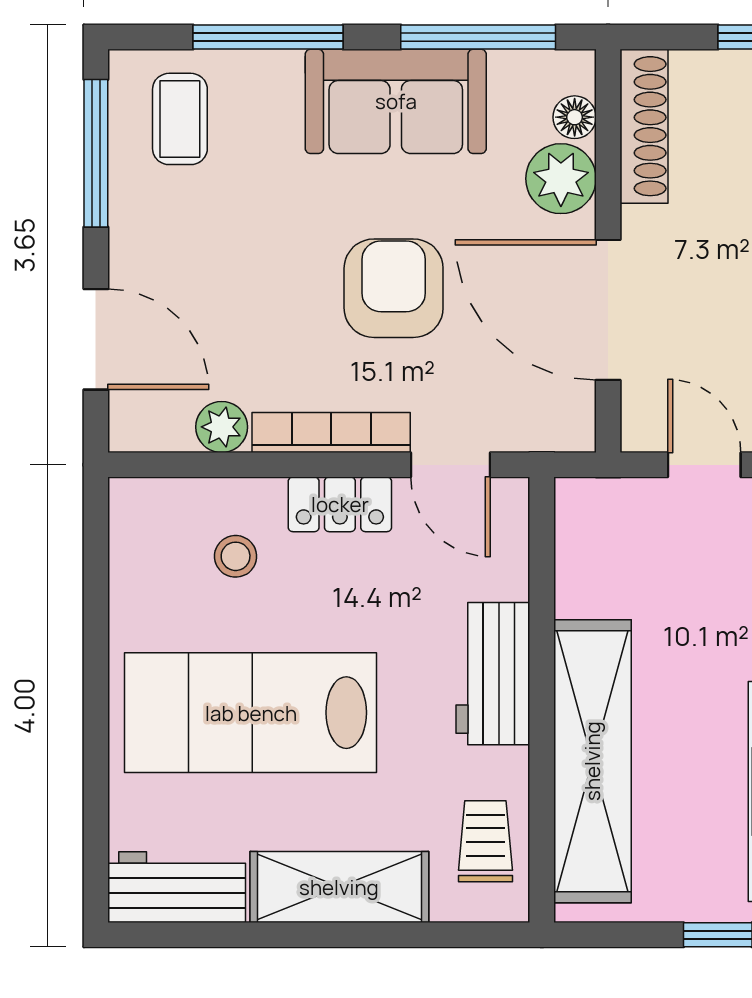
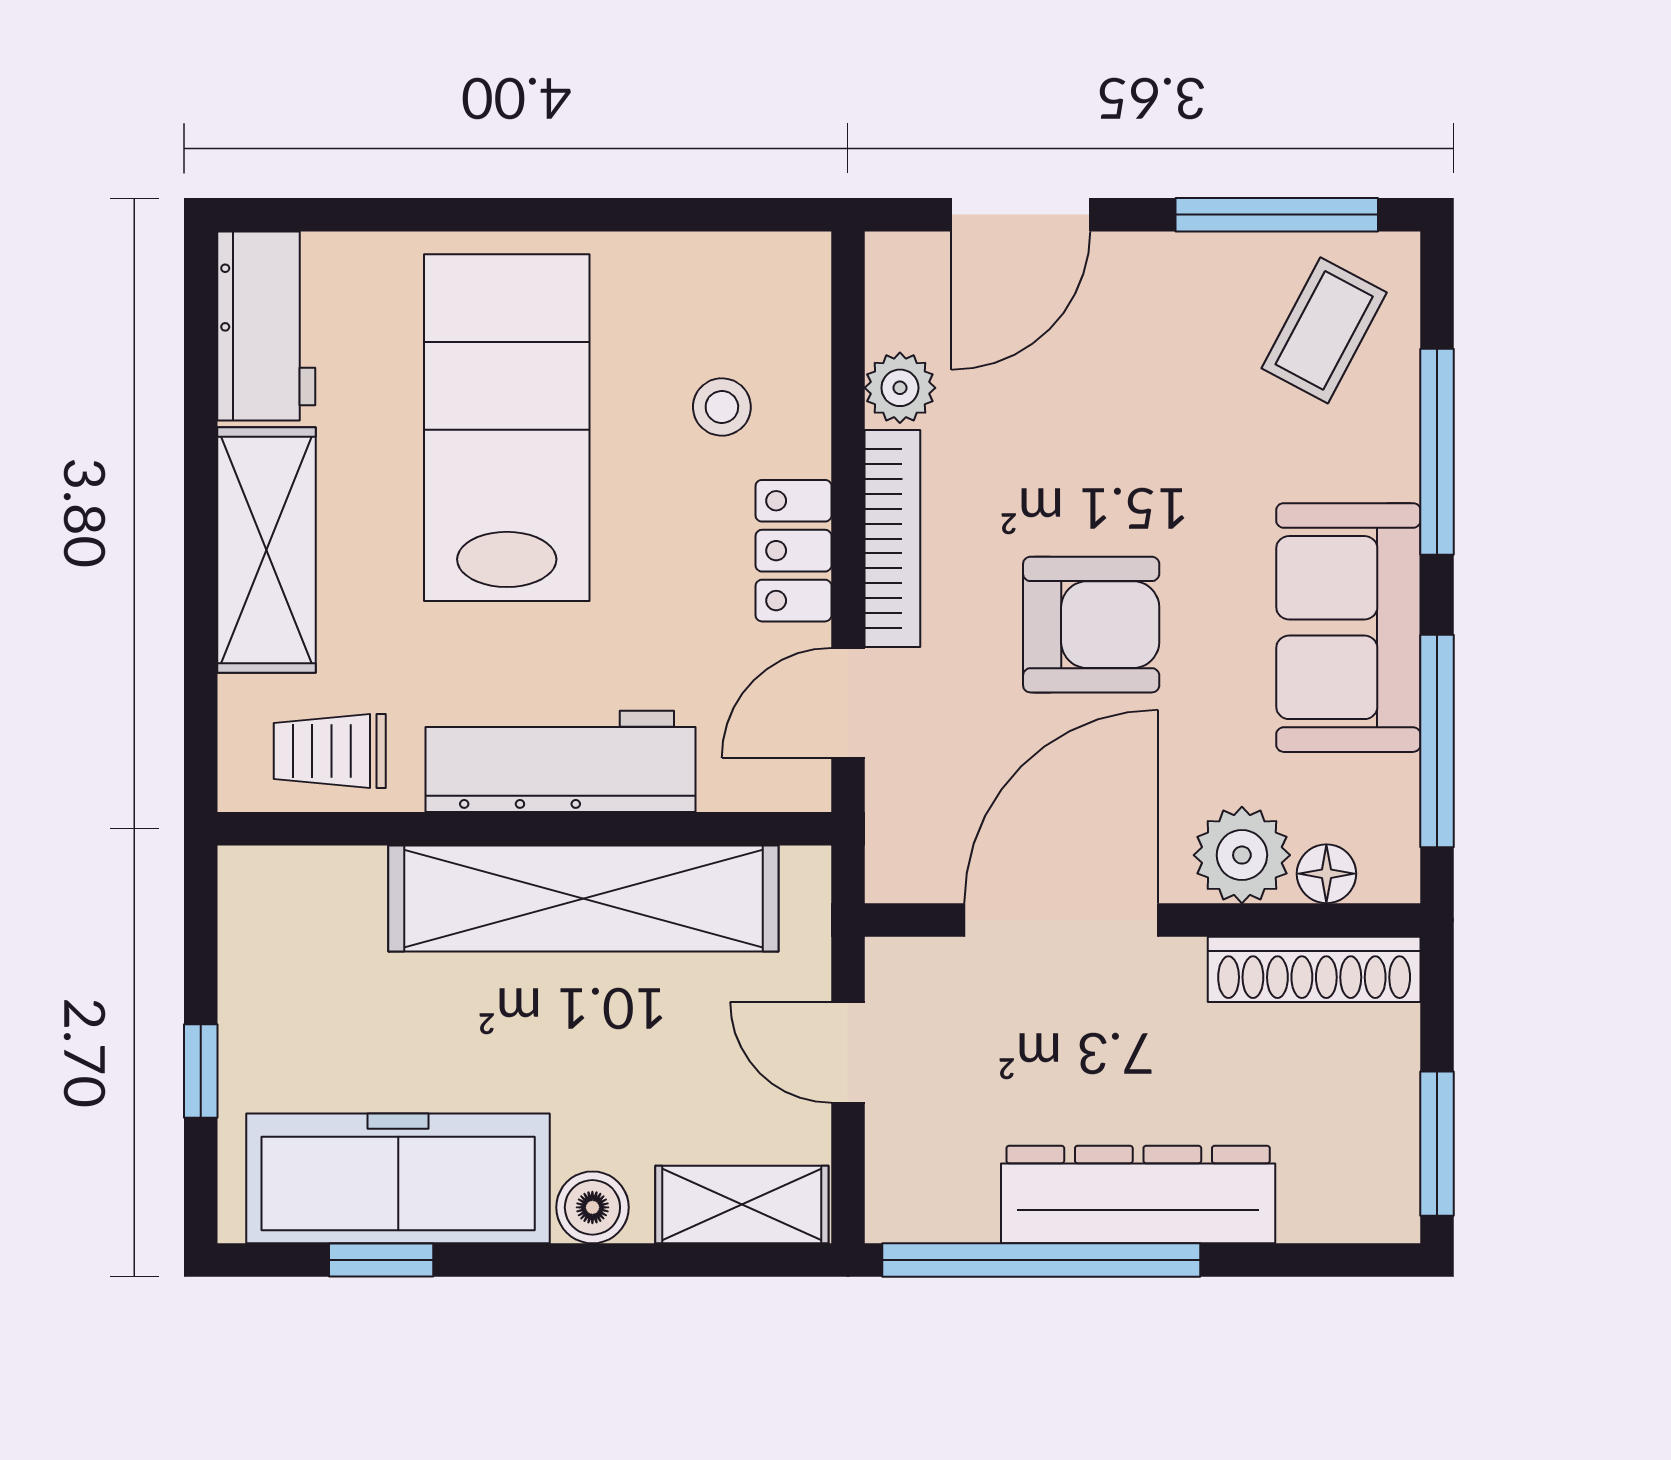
coffee table: (180, 119) -> (1324, 330), turned -62
door: (704, 465) -> (848, 1052), swing flipped
workbench: (493, 674) -> (560, 761), width x1.38
shelving: (592, 761) -> (583, 898), moved
trolley: (485, 841) -> (330, 751), turned 180

